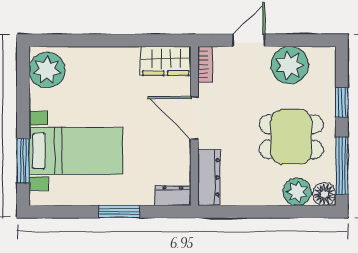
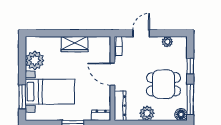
wardrobe: (166, 61) -> (75, 44), moved
plant: (290, 65) -> (167, 42), width x0.53, depth x0.53
plant: (47, 70) -> (35, 60), moved
plant: (297, 192) -> (147, 113), moved

